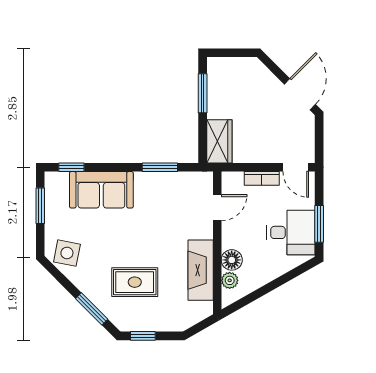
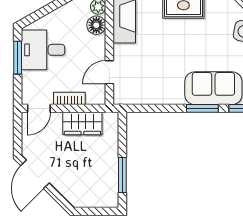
wardrobe: (219, 141) -> (82, 123), moved, turned -90
window: (160, 167) -> (202, 108), moved
door: (296, 167) -> (39, 108), swing flipped

